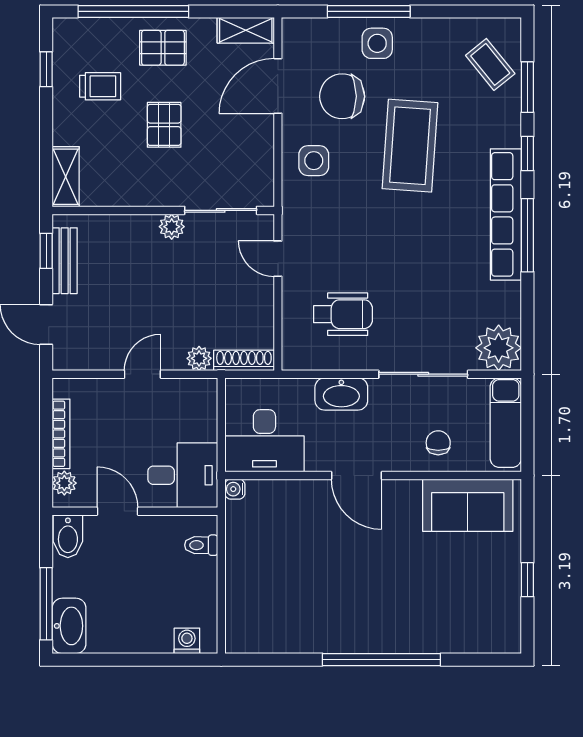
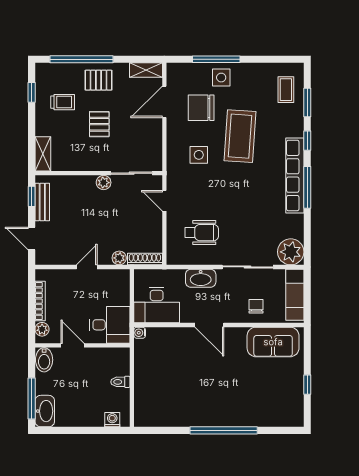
coffee table: (490, 64) -> (286, 90), turned 39
side table: (314, 161) -> (199, 155), moved
toilet: (201, 545) -> (120, 382), moved

